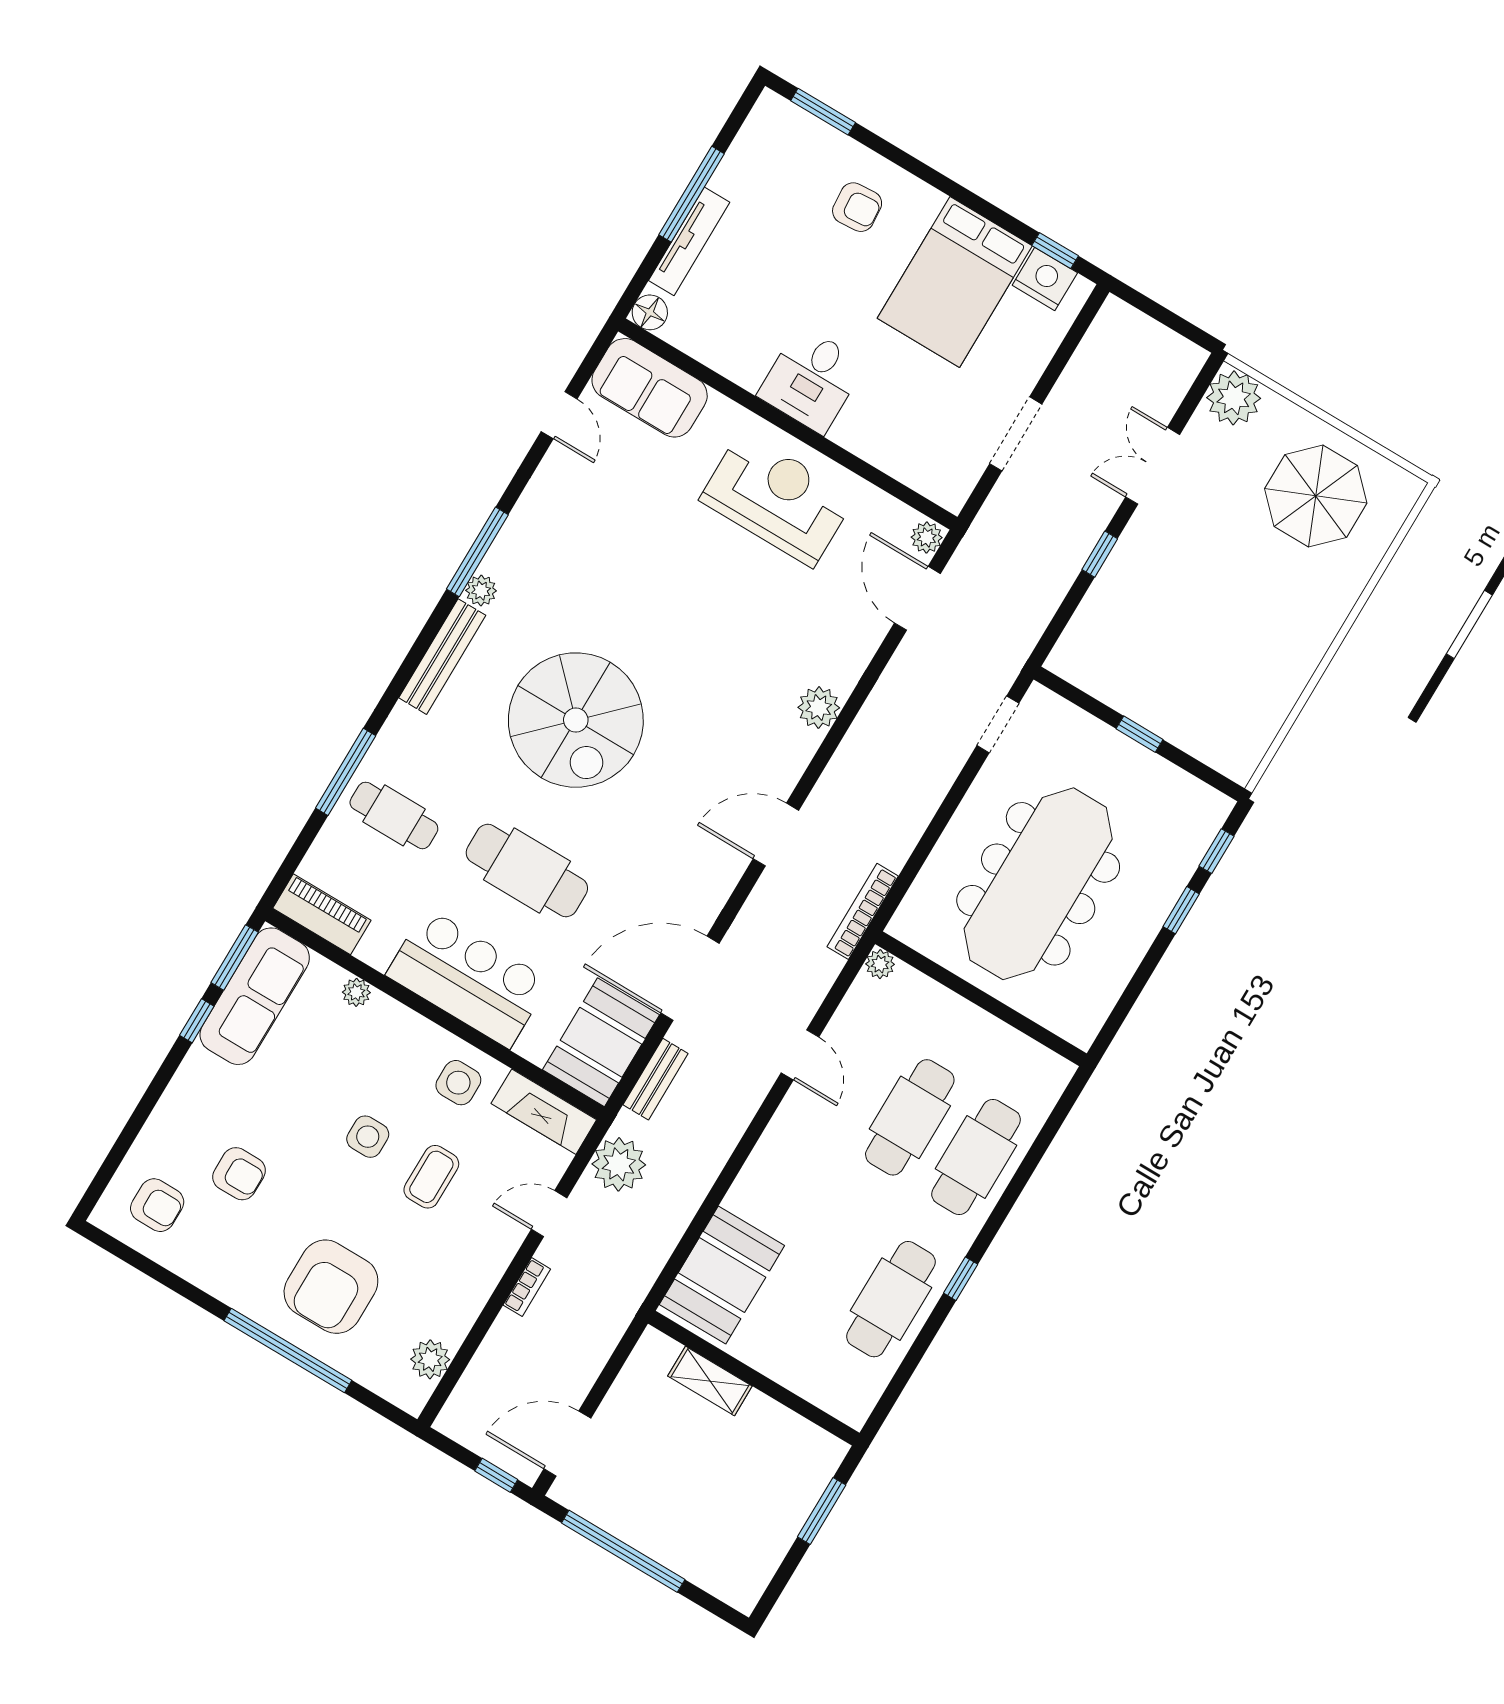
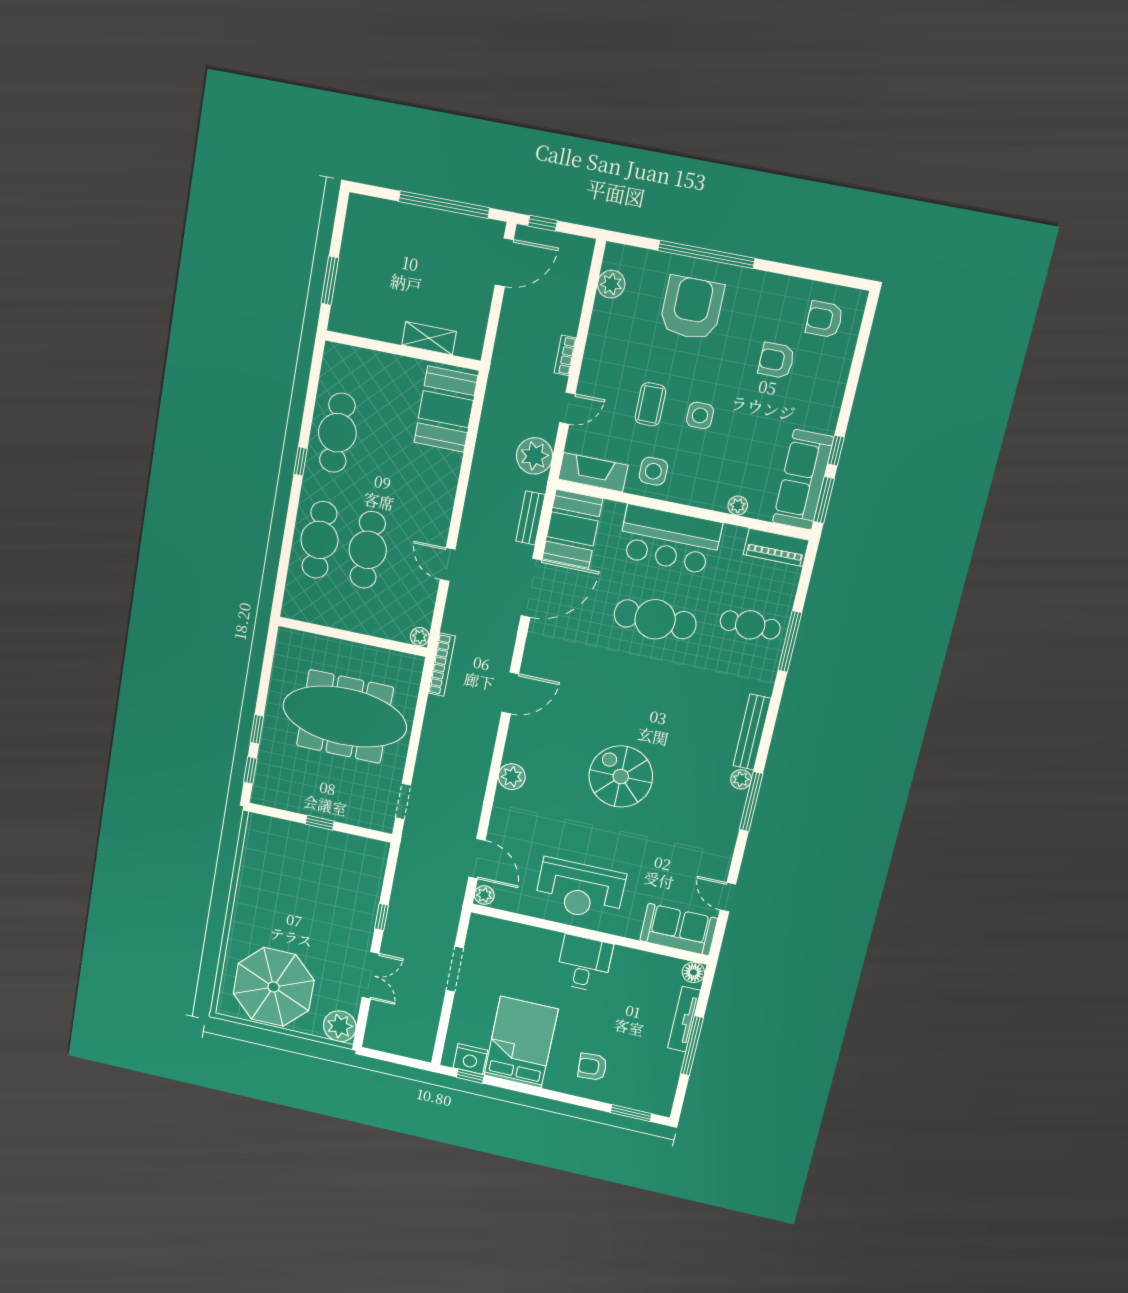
parasol: (1316, 496) -> (274, 987), width x1.36, depth x1.36
spiral stairs: (576, 720) -> (621, 777), moved, width x0.73, depth x0.73
meeting table: (1038, 884) -> (345, 717), turned 90

